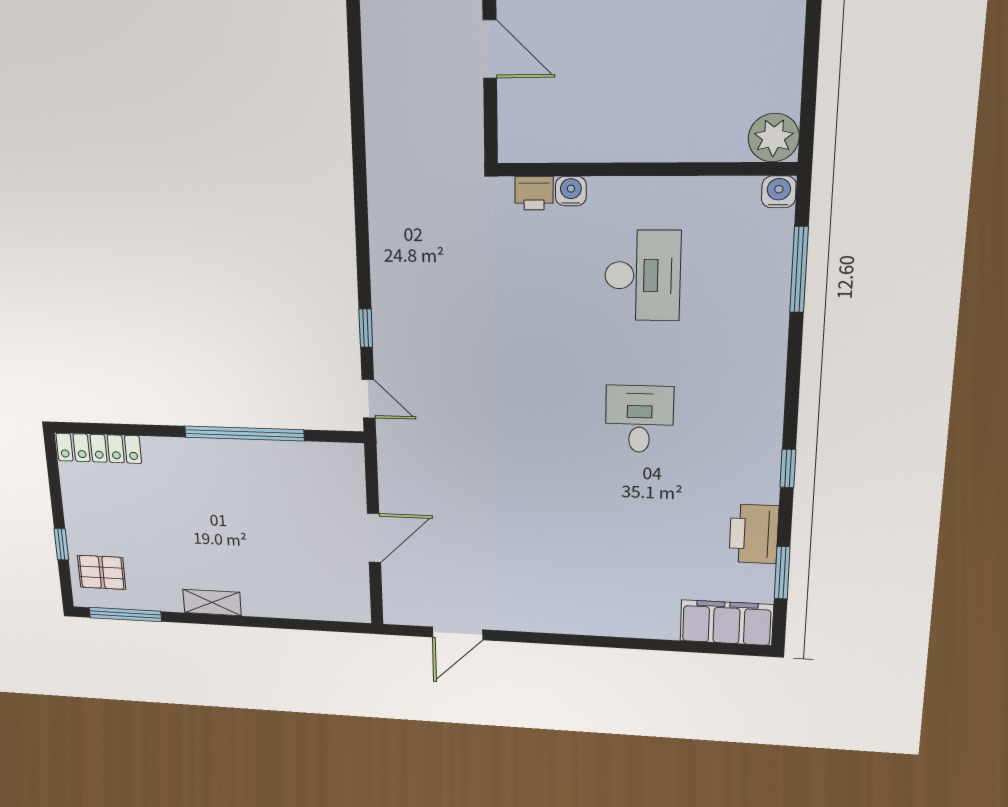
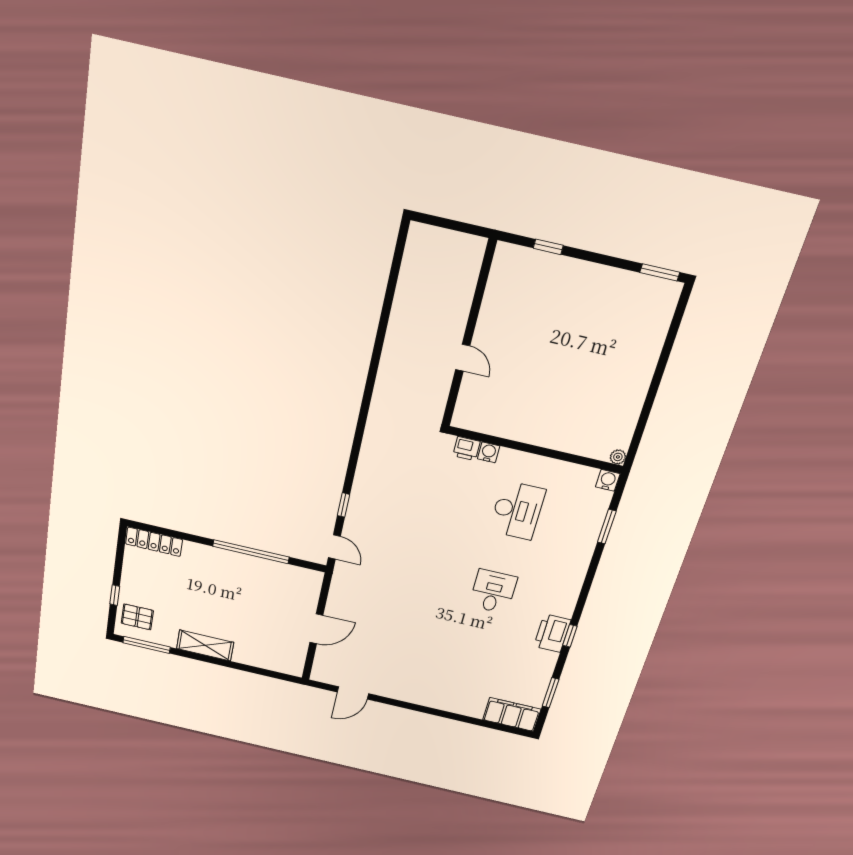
door: (490, 49) -> (463, 358), width x0.73
plant: (774, 138) -> (618, 457), width x0.53, depth x0.53
window: (799, 270) -> (607, 527), width x0.69
printer: (754, 534) -> (552, 633), moved
shelving: (212, 602) -> (205, 645), width x1.50, depth x1.33

